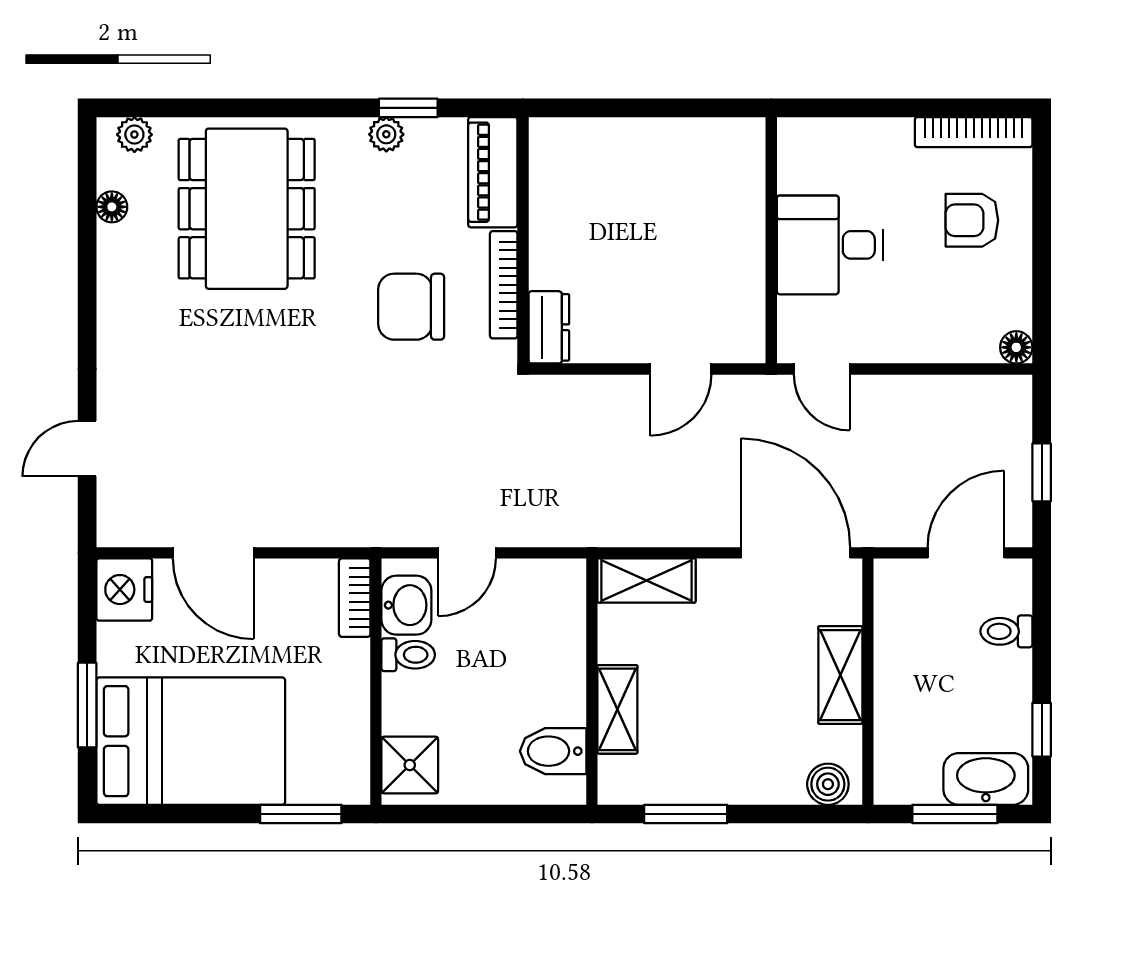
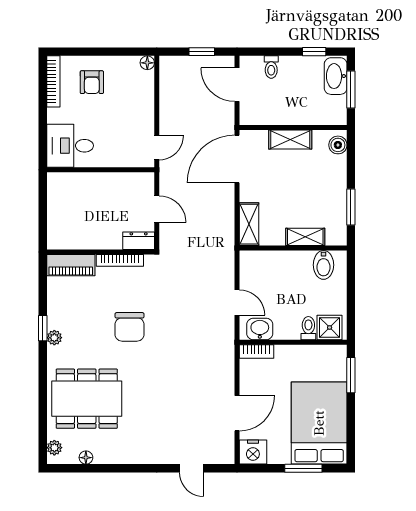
piano: (493, 172) -> (71, 265), moved
wall: (523, 240) -> (101, 252), moved
desk: (830, 245) -> (70, 146), moved, turned 90
bookcase: (504, 285) -> (120, 260), moved
dresser: (549, 327) -> (139, 241), moved
toilet: (408, 655) -> (308, 328), moved

